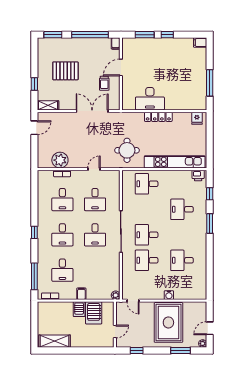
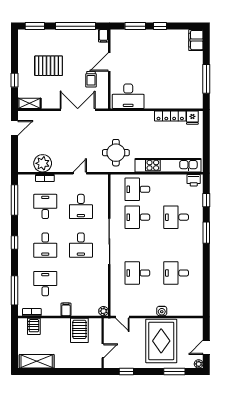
filing cabinet: (200, 43) -> (196, 40), width x2.00
desk: (150, 99) -> (128, 96), moved
locker: (158, 117) -> (170, 116), moved
window: (34, 194) -> (15, 200), added
desk: (62, 200) -> (45, 206), turned 180
desk: (147, 235) -> (137, 217), moved
desk: (62, 270) -> (45, 284), turned 180
server rack: (79, 309) -> (34, 326), moved

